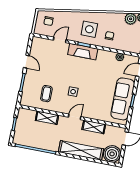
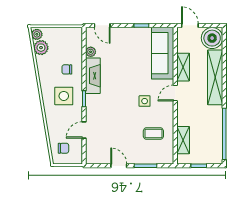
door: (60, 40) -> (84, 130), hinge flipped
fireplace: (83, 52) -> (93, 76), moved
door: (26, 62) -> (119, 166), hinge flipped
sofa: (123, 99) -> (163, 53), moved, turned 90
door: (75, 117) -> (175, 93), hinge flipped
shelving: (47, 118) -> (183, 140), moved

